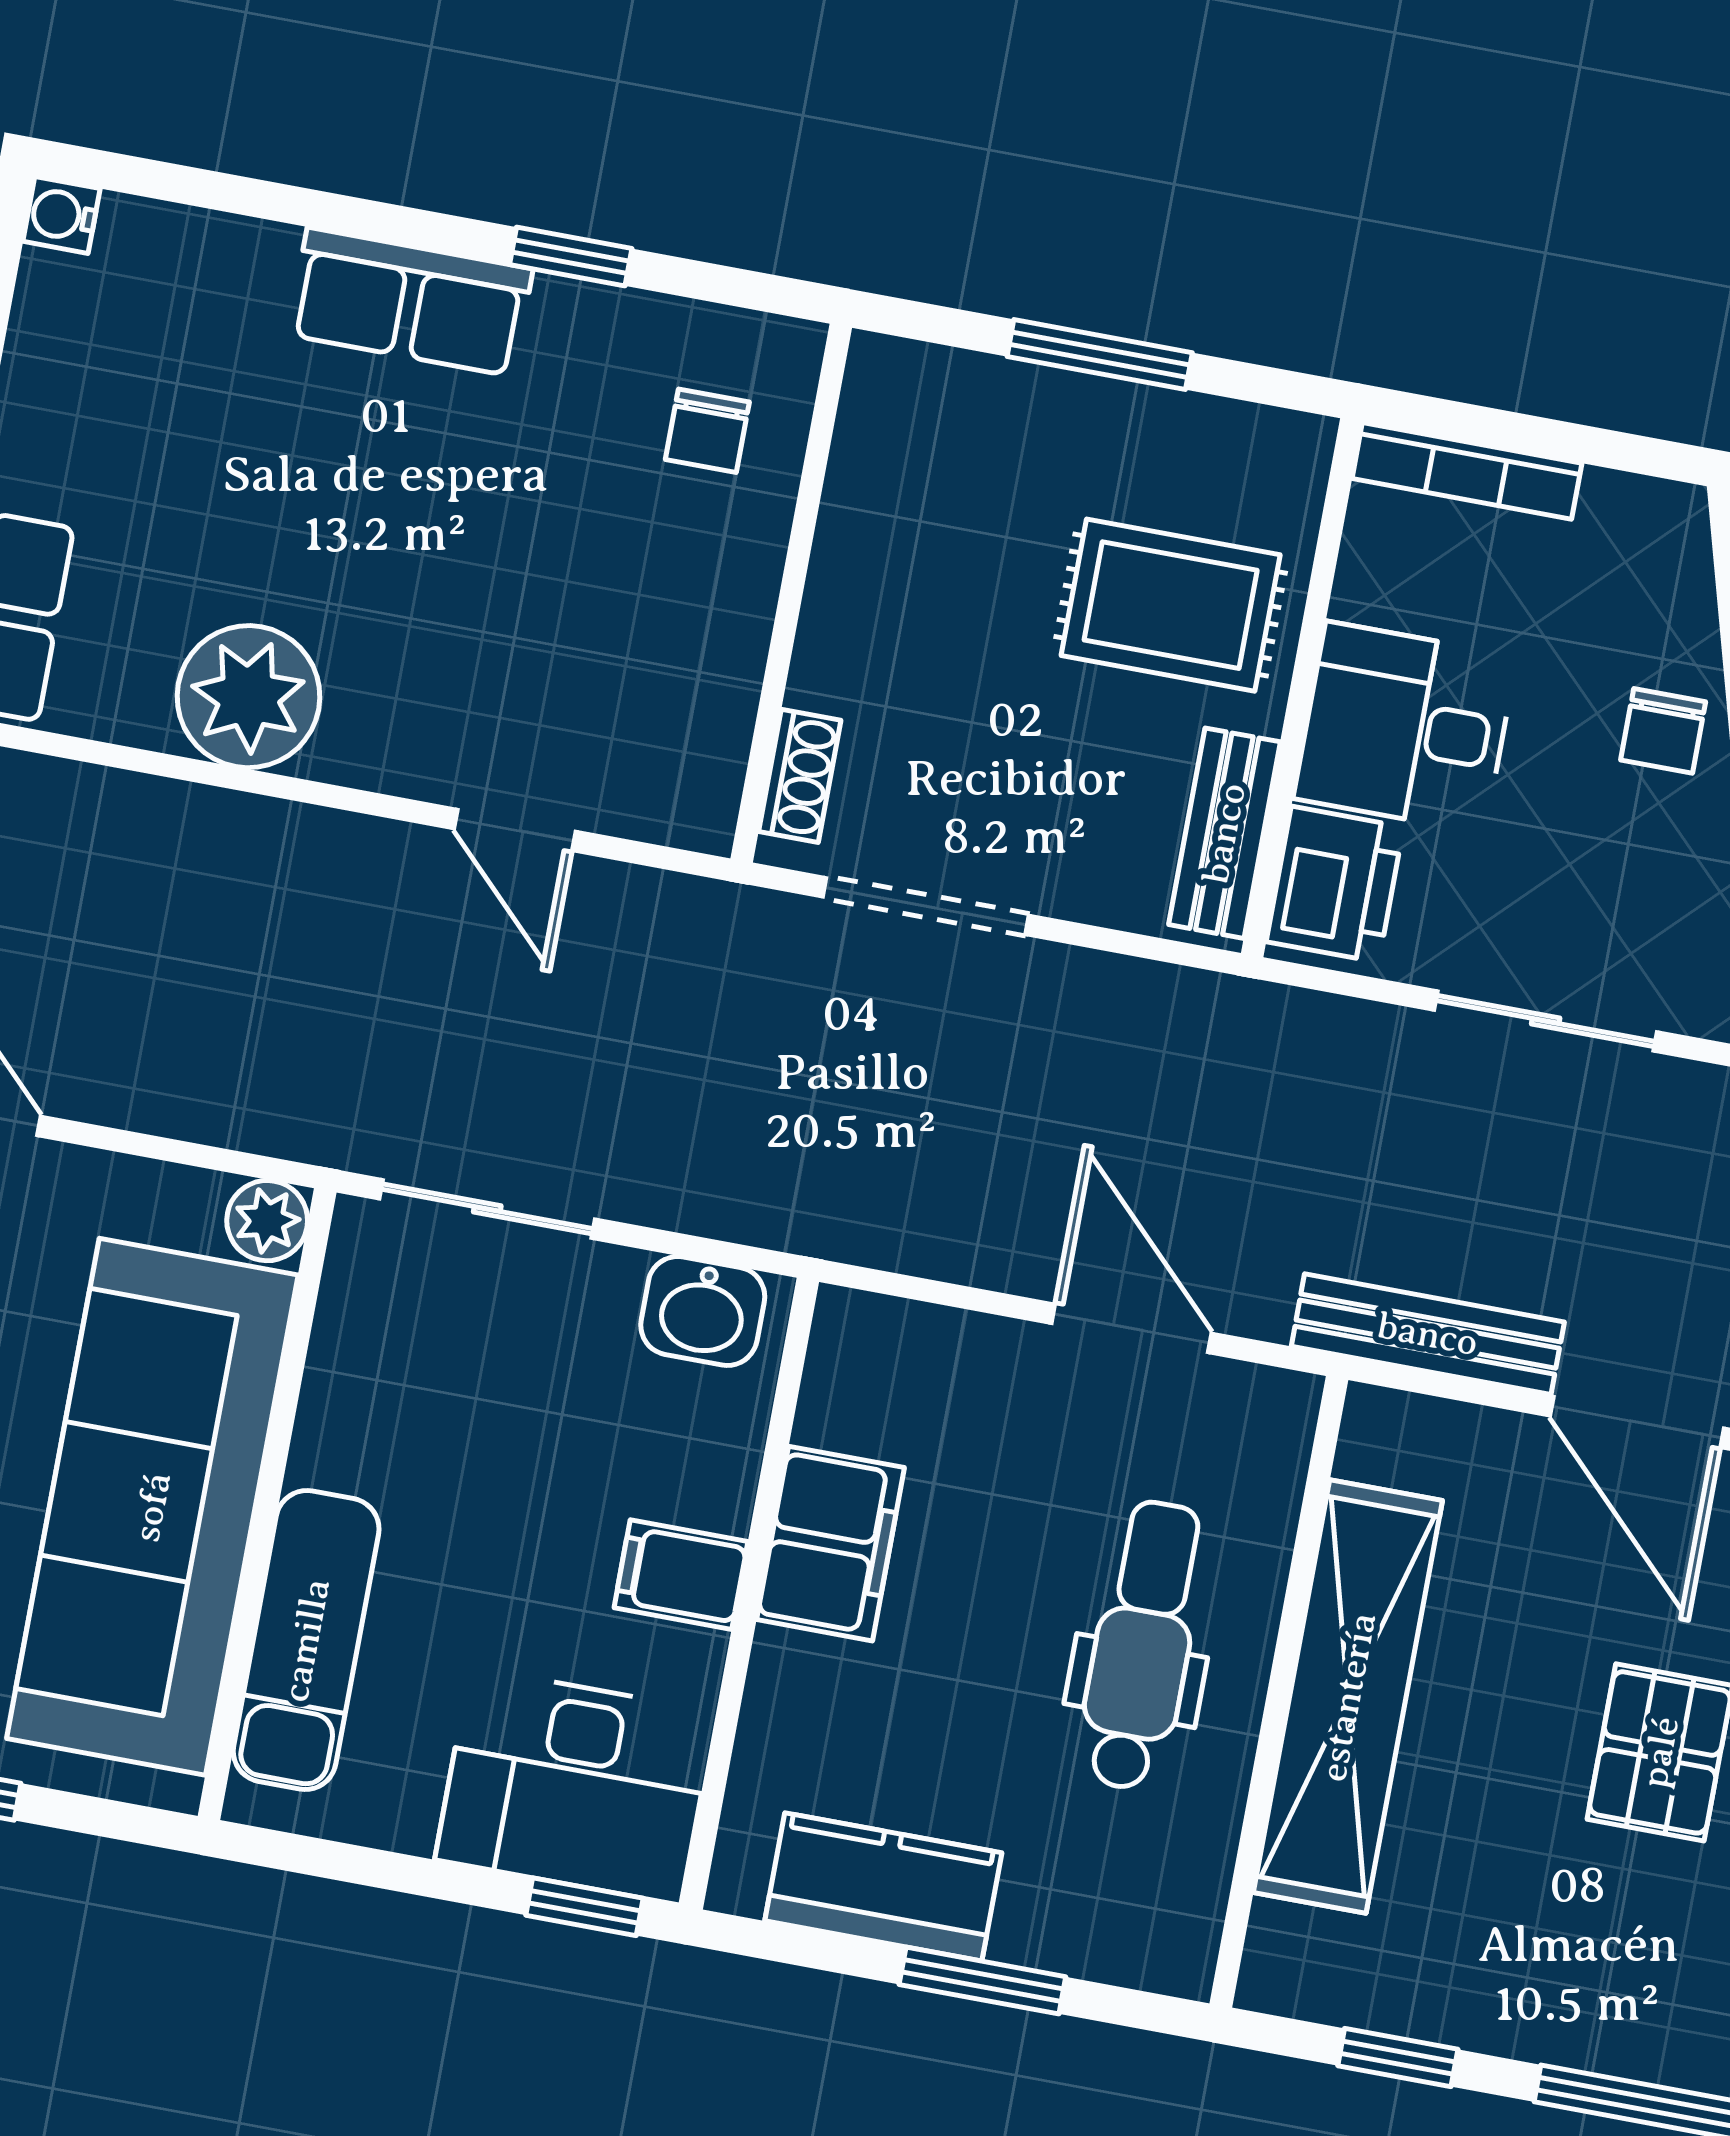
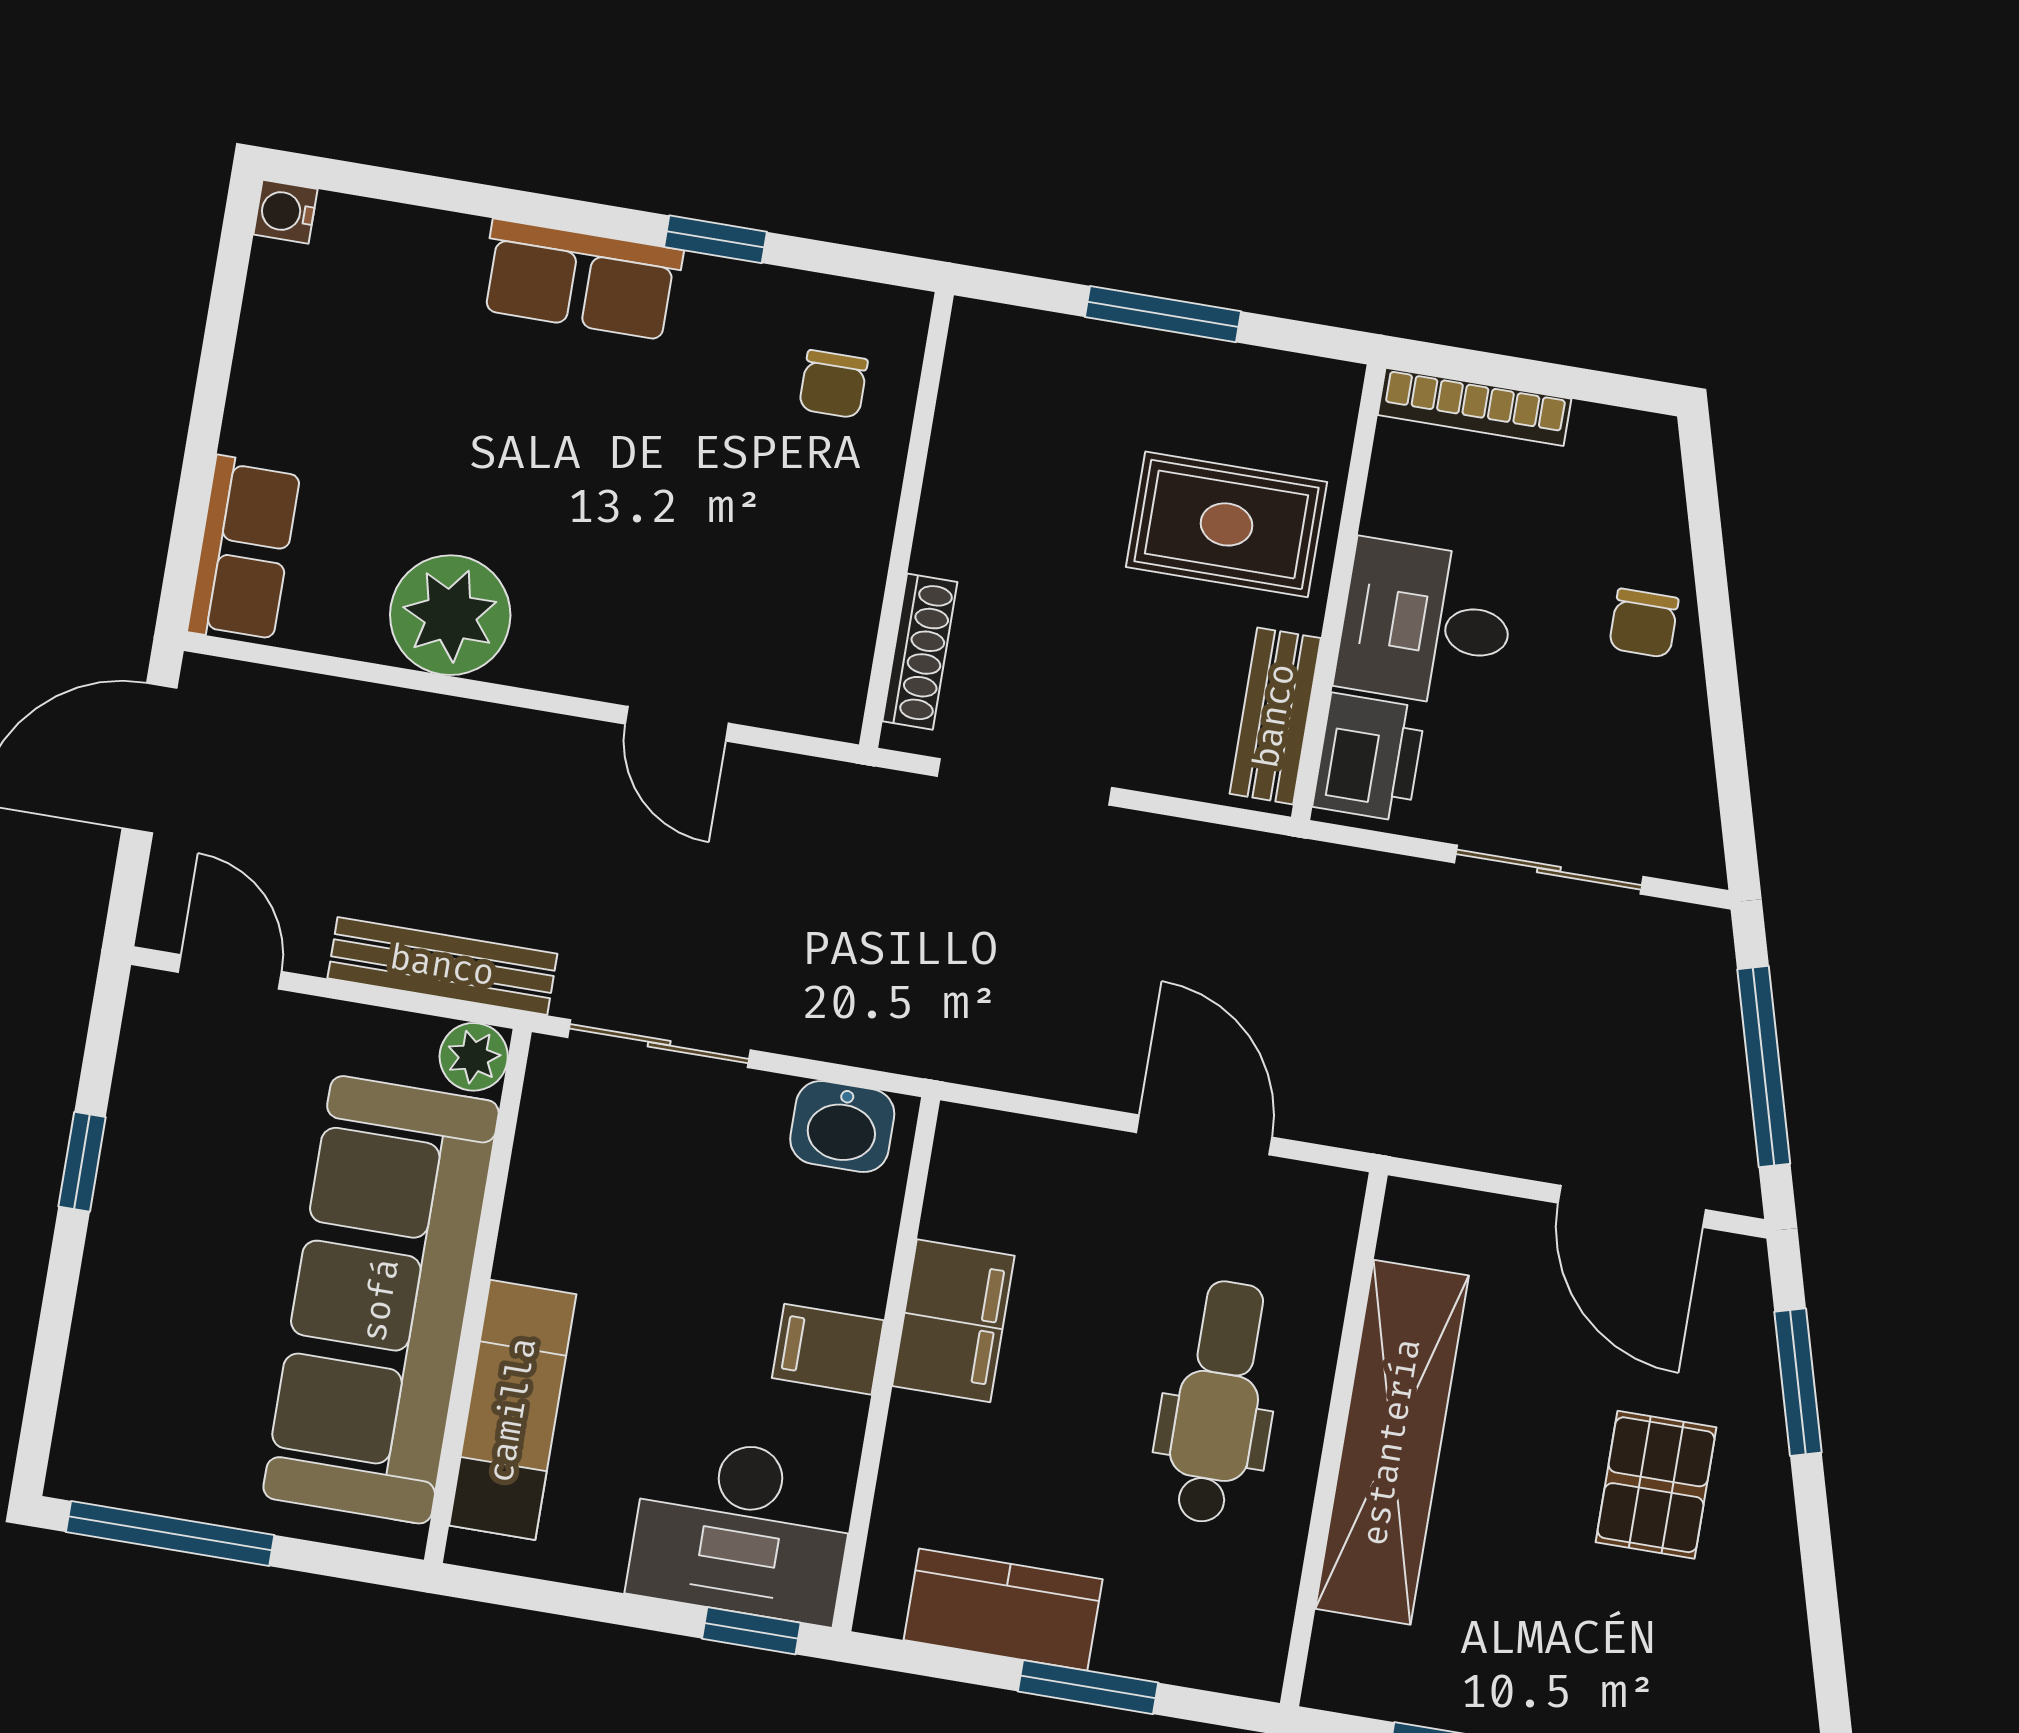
shoe rack: (800, 776) -> (920, 652), width x1.43
bench: (1428, 1334) -> (442, 966), moved

